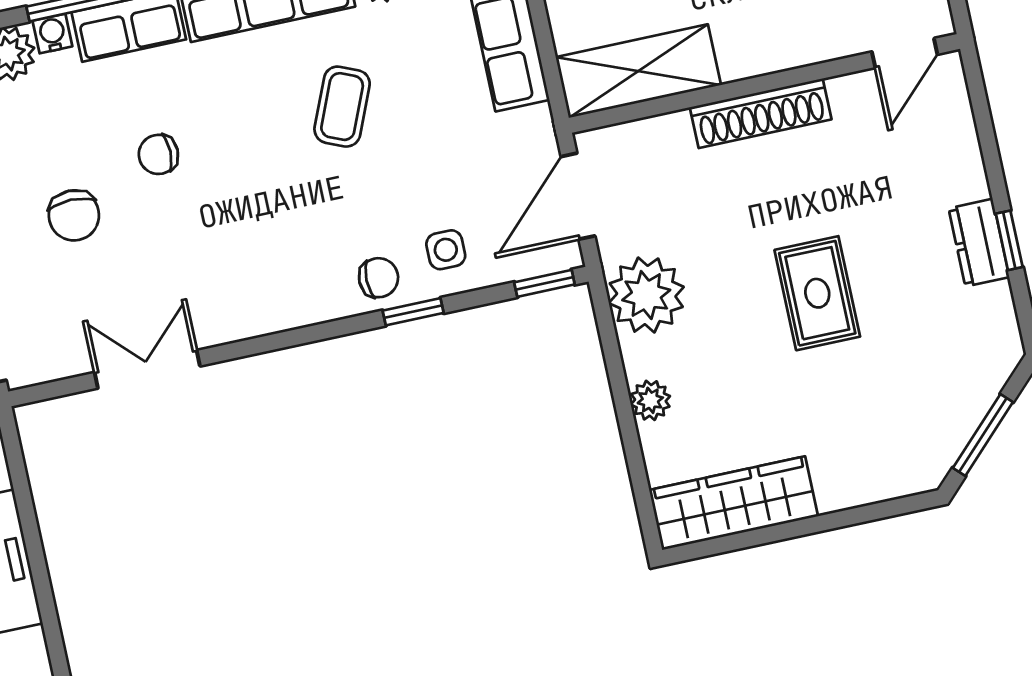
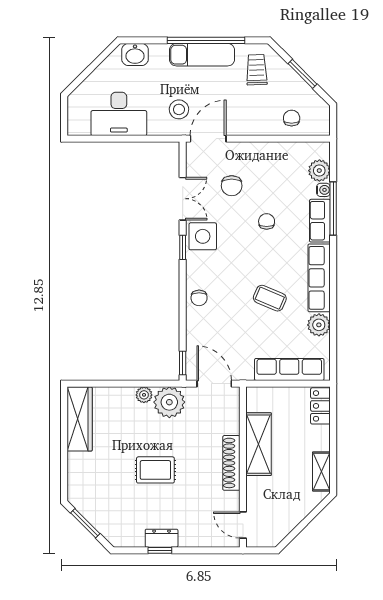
shelving: (638, 71) -> (258, 444), moved
chair: (74, 215) -> (232, 186), moved, turned -90
side table: (446, 250) -> (203, 236), moved, width x1.87, depth x1.87
window: (413, 312) -> (183, 247), moved
plant: (650, 400) -> (144, 395), moved

